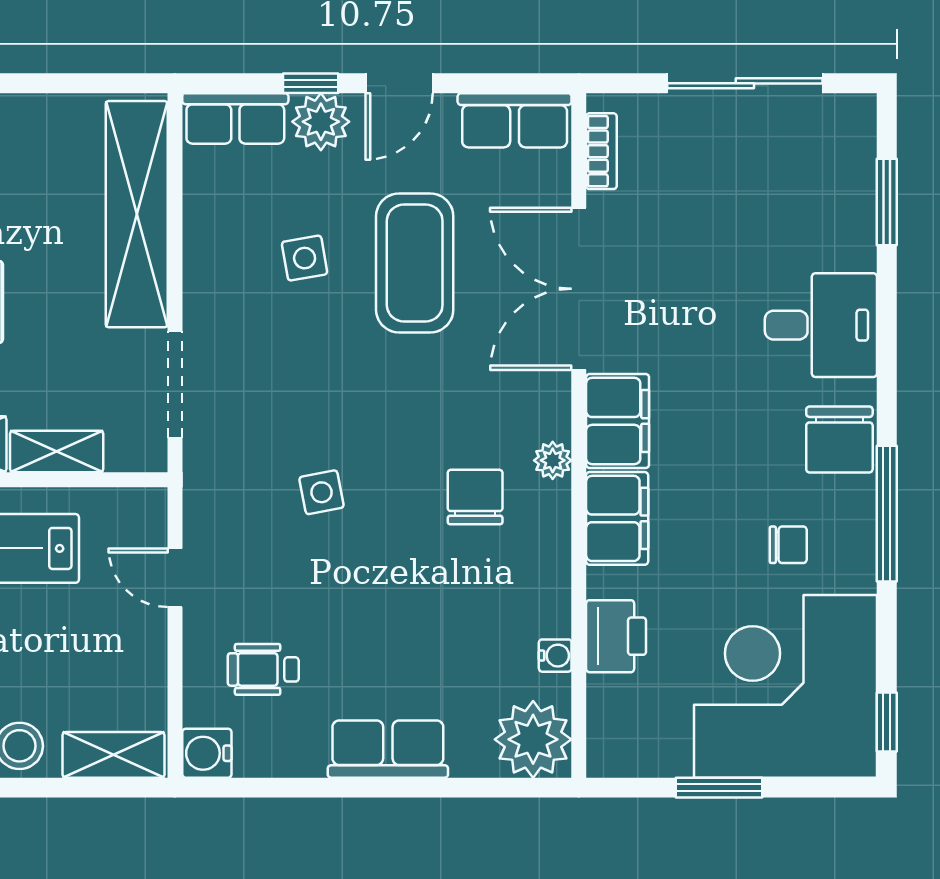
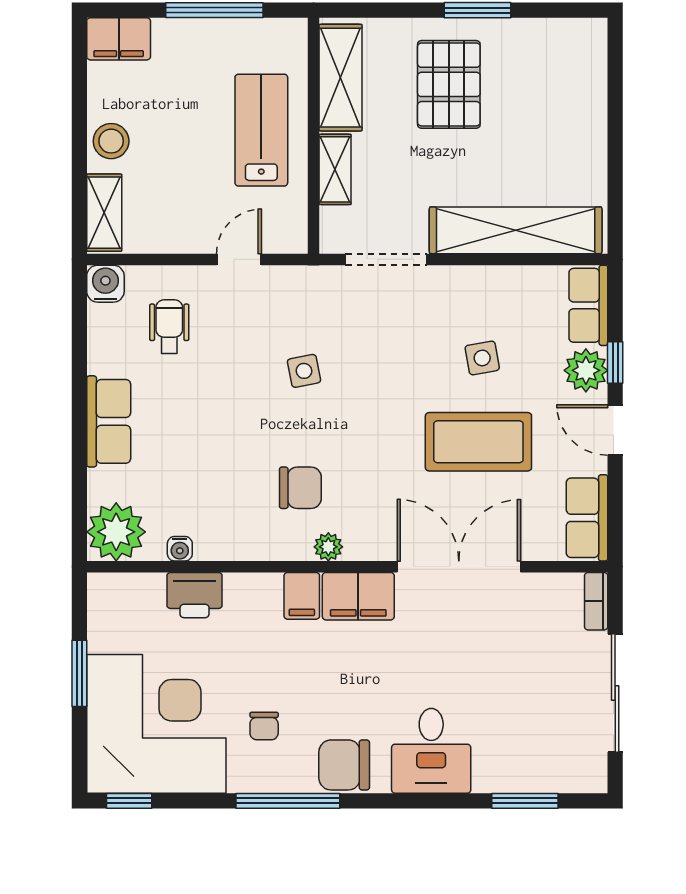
bookcase: (601, 151) -> (596, 601), moved, turned 90
filing cabinet: (617, 518) -> (302, 596), width x0.50

